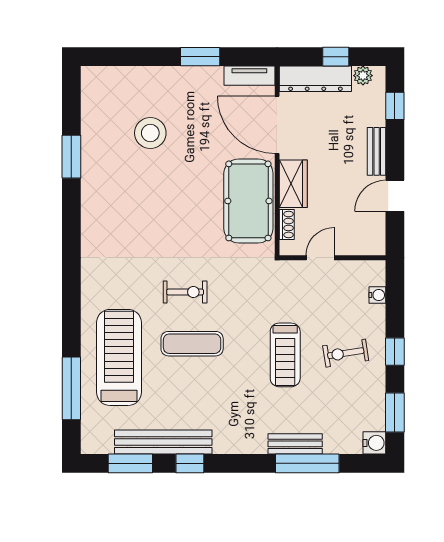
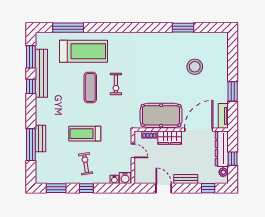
water cooler: (374, 443) -> (125, 178), moved

